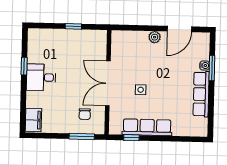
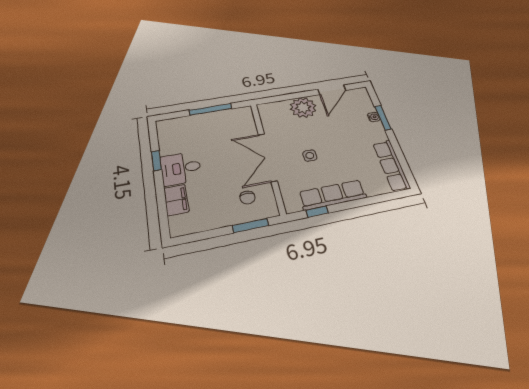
window: (73, 26) -> (211, 109), width x2.17
plant: (155, 37) -> (303, 108), width x1.87, depth x1.87
row of seats: (201, 94) -> (391, 165), moved
filing cabinet: (33, 120) -> (176, 200), moved

